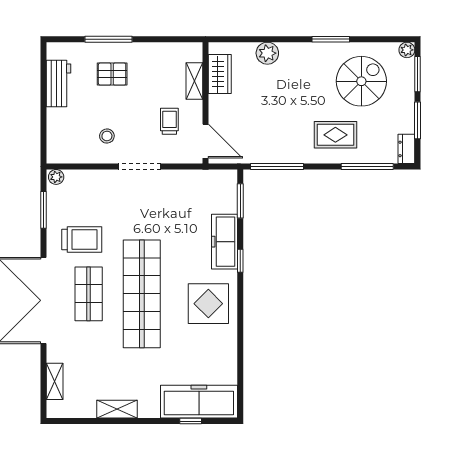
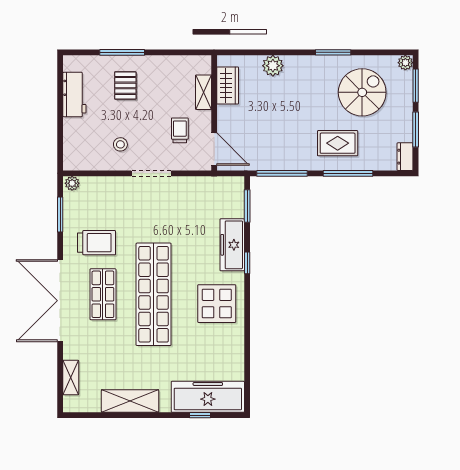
pallet: (112, 74) -> (125, 85), turned 90
window: (367, 167) -> (348, 173), moved
shelving: (117, 409) -> (130, 401), width x1.50, depth x1.33

